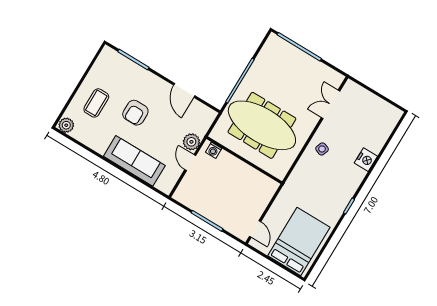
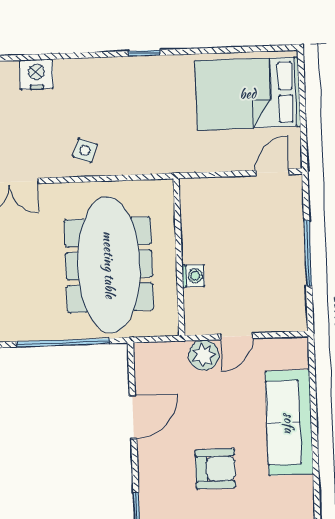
washing machine: (214, 150) -> (193, 276), moved
nightstand: (366, 160) -> (36, 74), moved

